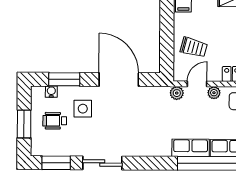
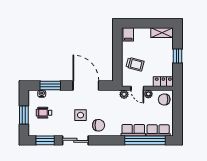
door: (197, 84) -> (137, 88), swing flipped
side table: (83, 109) -> (81, 115), moved
chair: (138, 140) -> (99, 125), added

